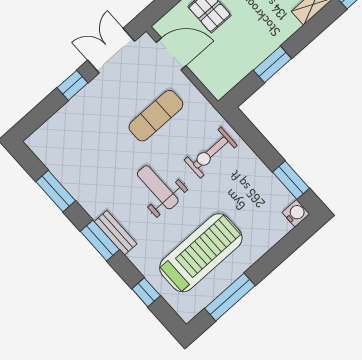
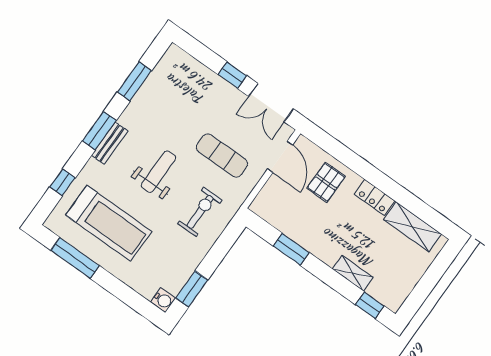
double door: (111, 51) -> (271, 103), swing flipped
exercise bike: (211, 153) -> (200, 212), turned 90

